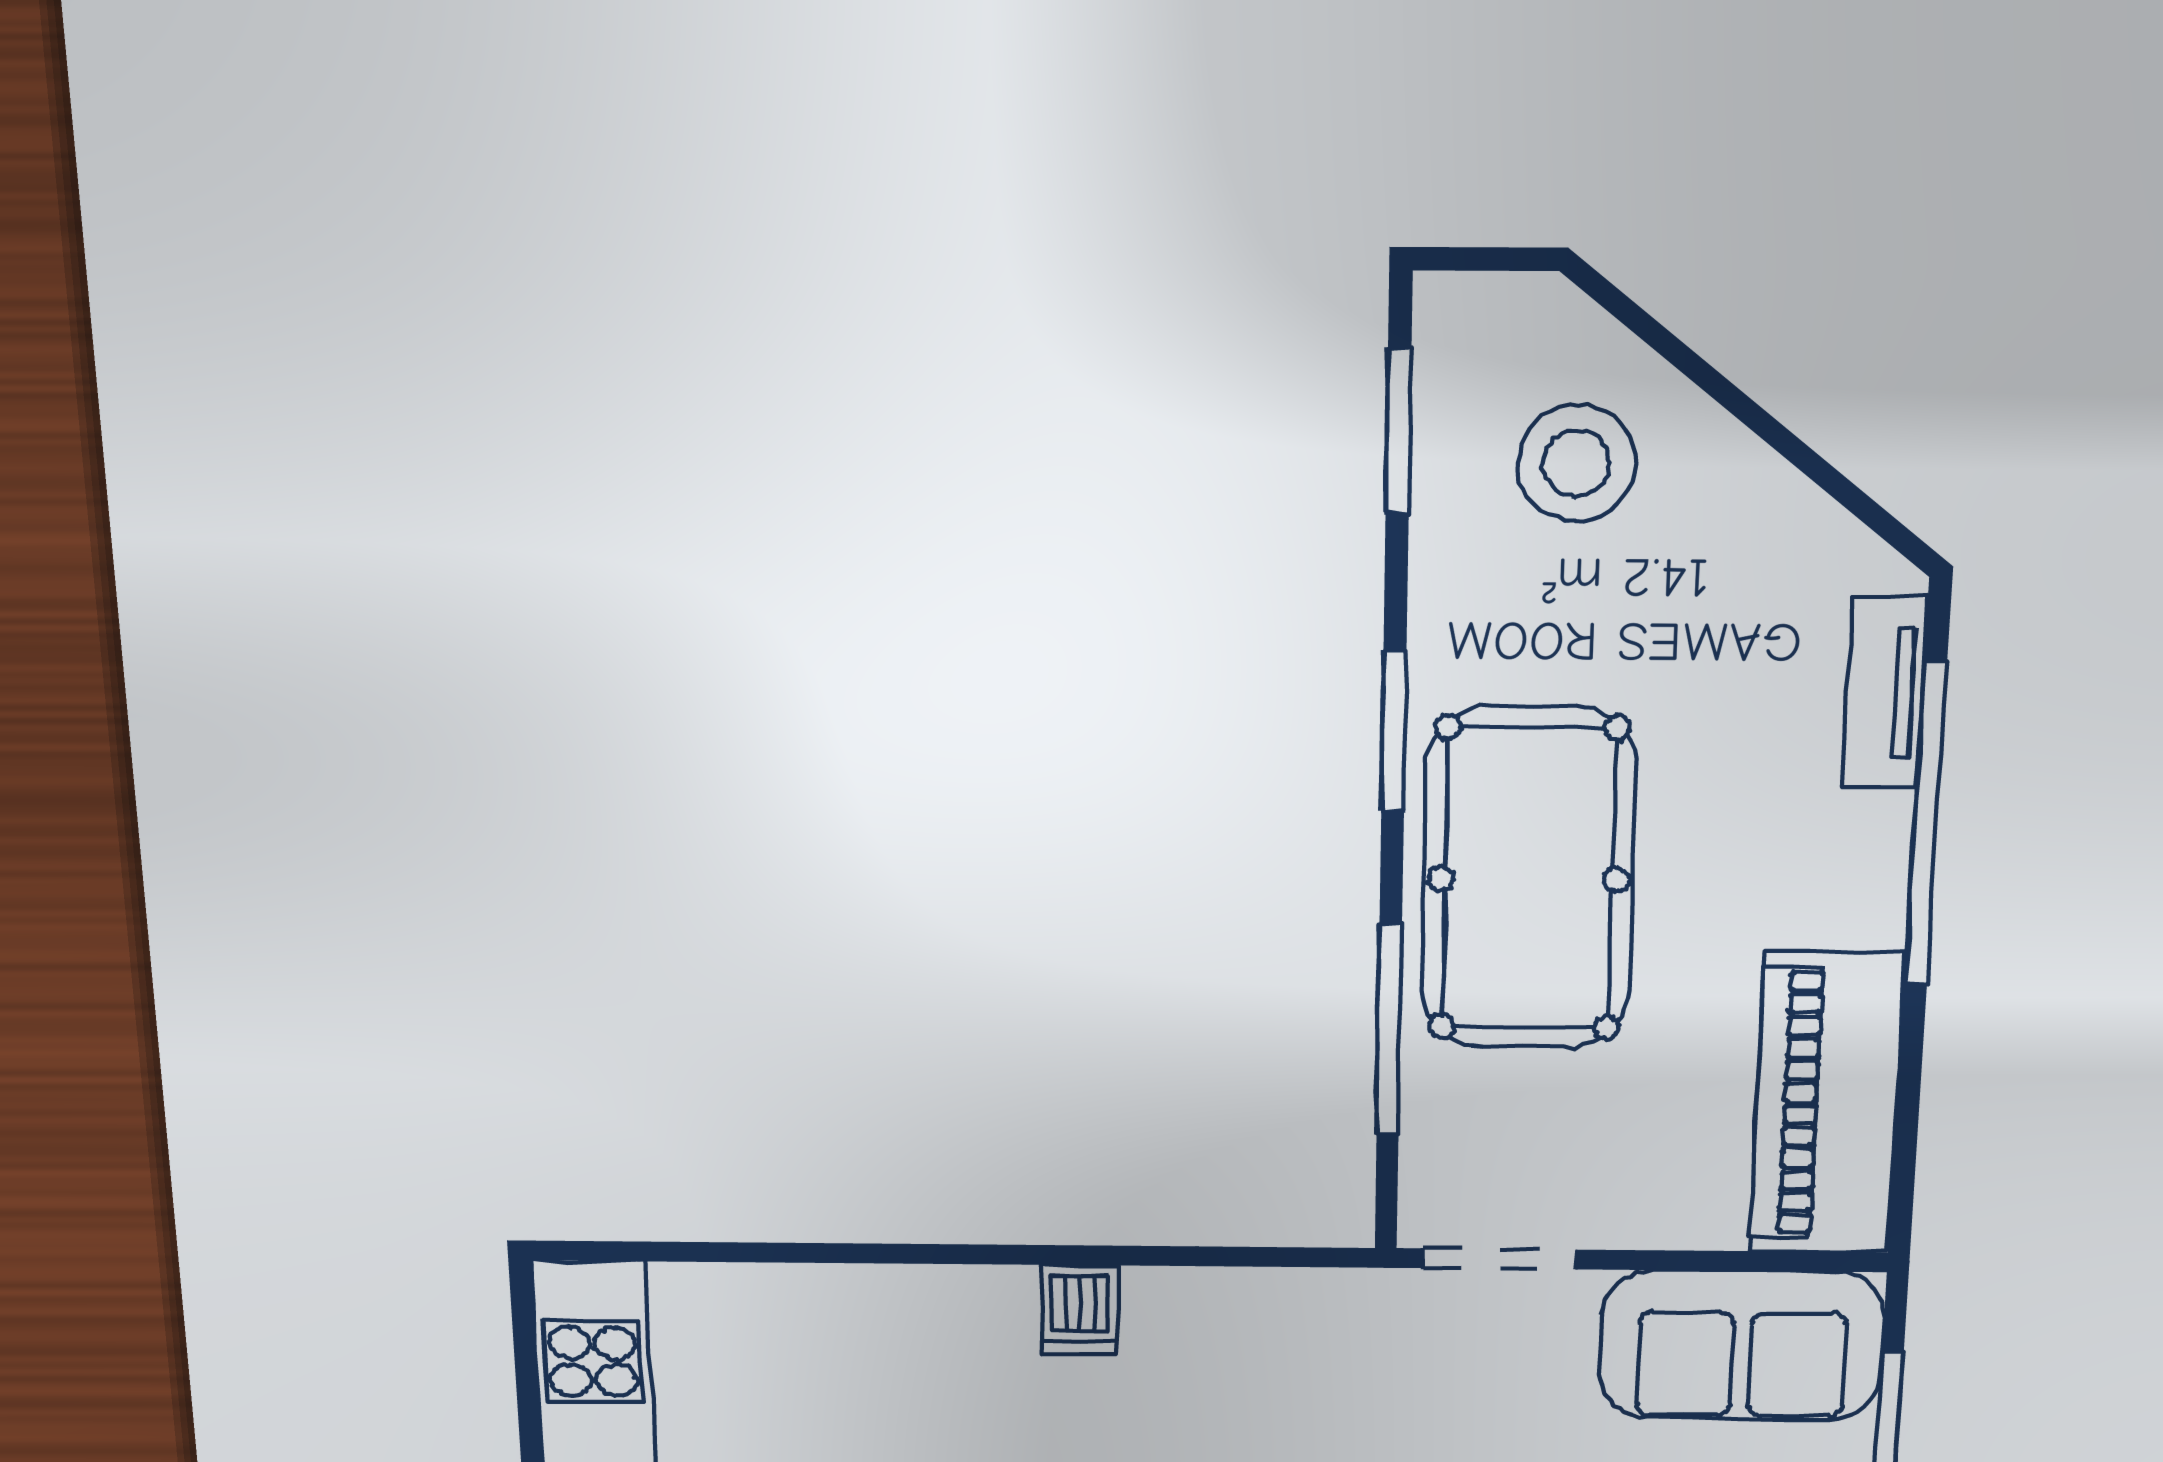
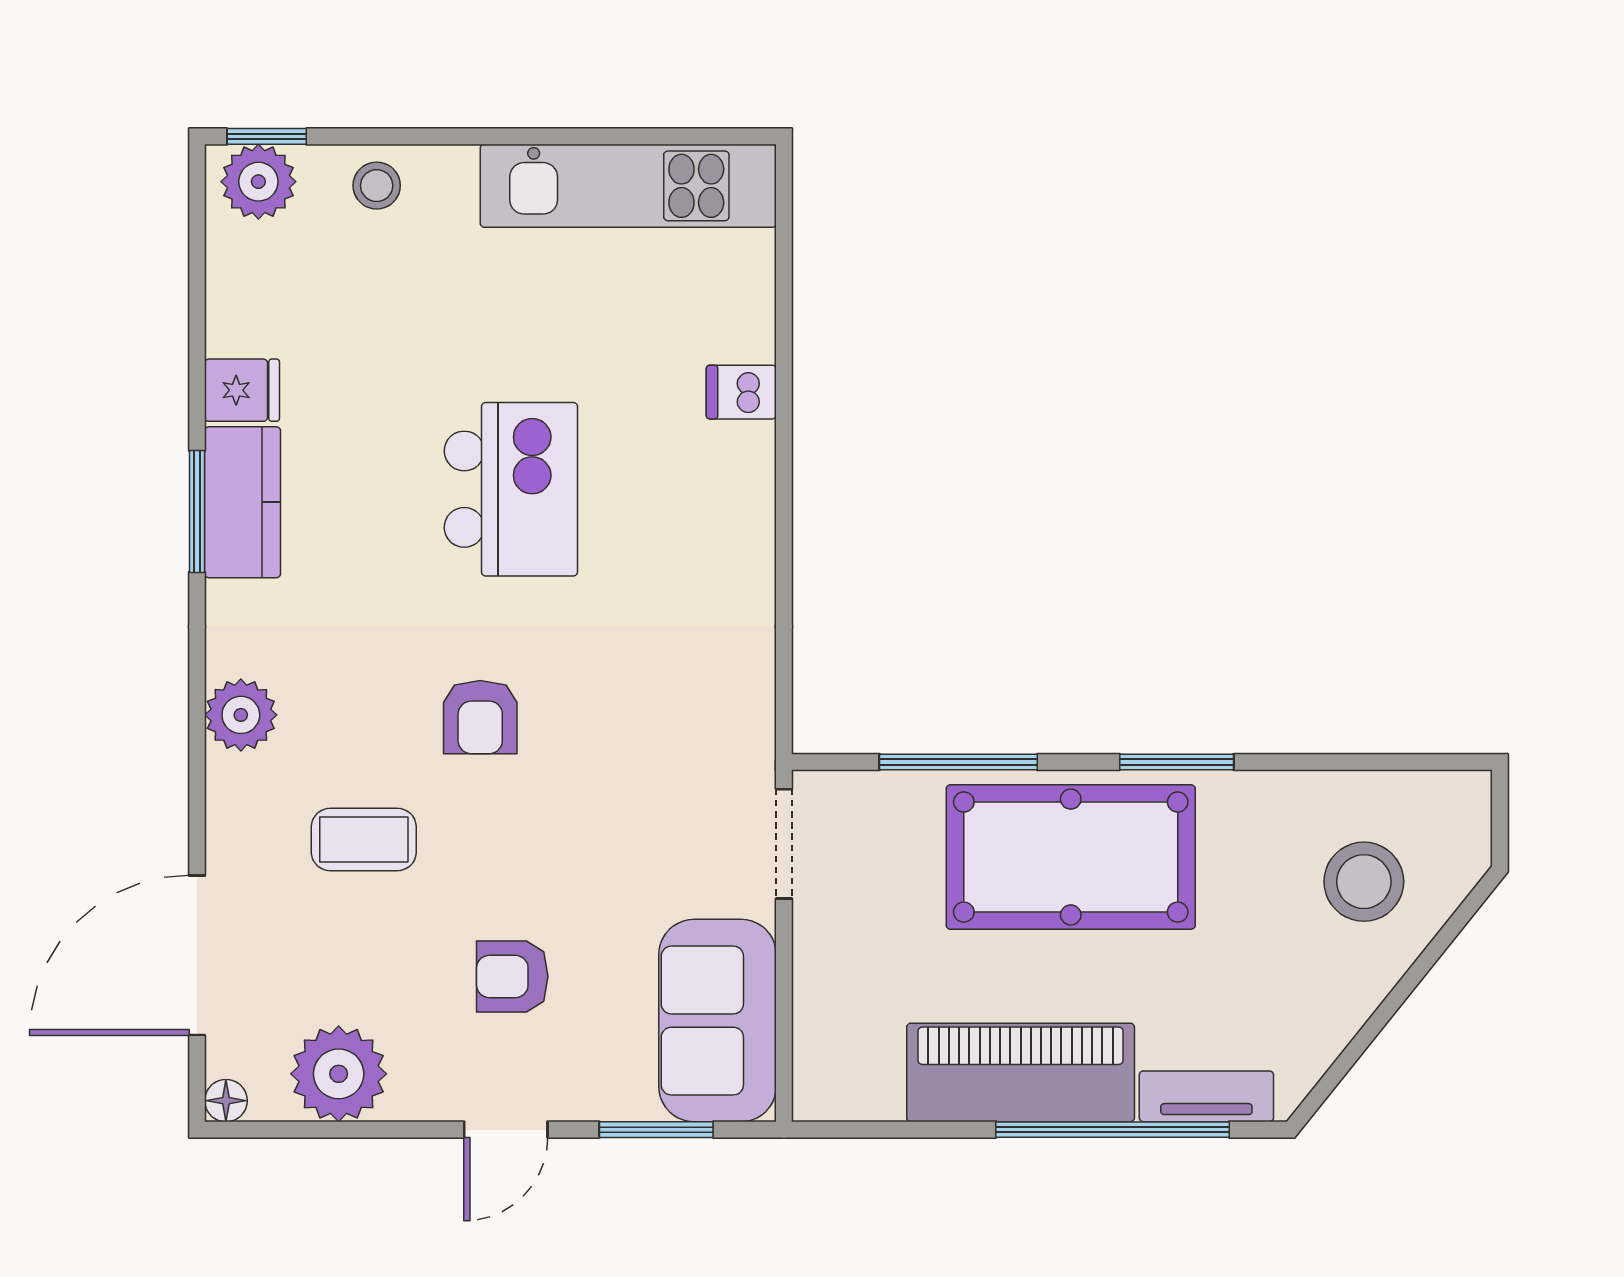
window: (1399, 431) -> (1385, 762), removed
piano: (1827, 1104) -> (1021, 1072), moved
dishwasher: (1080, 1309) -> (741, 392), moved

